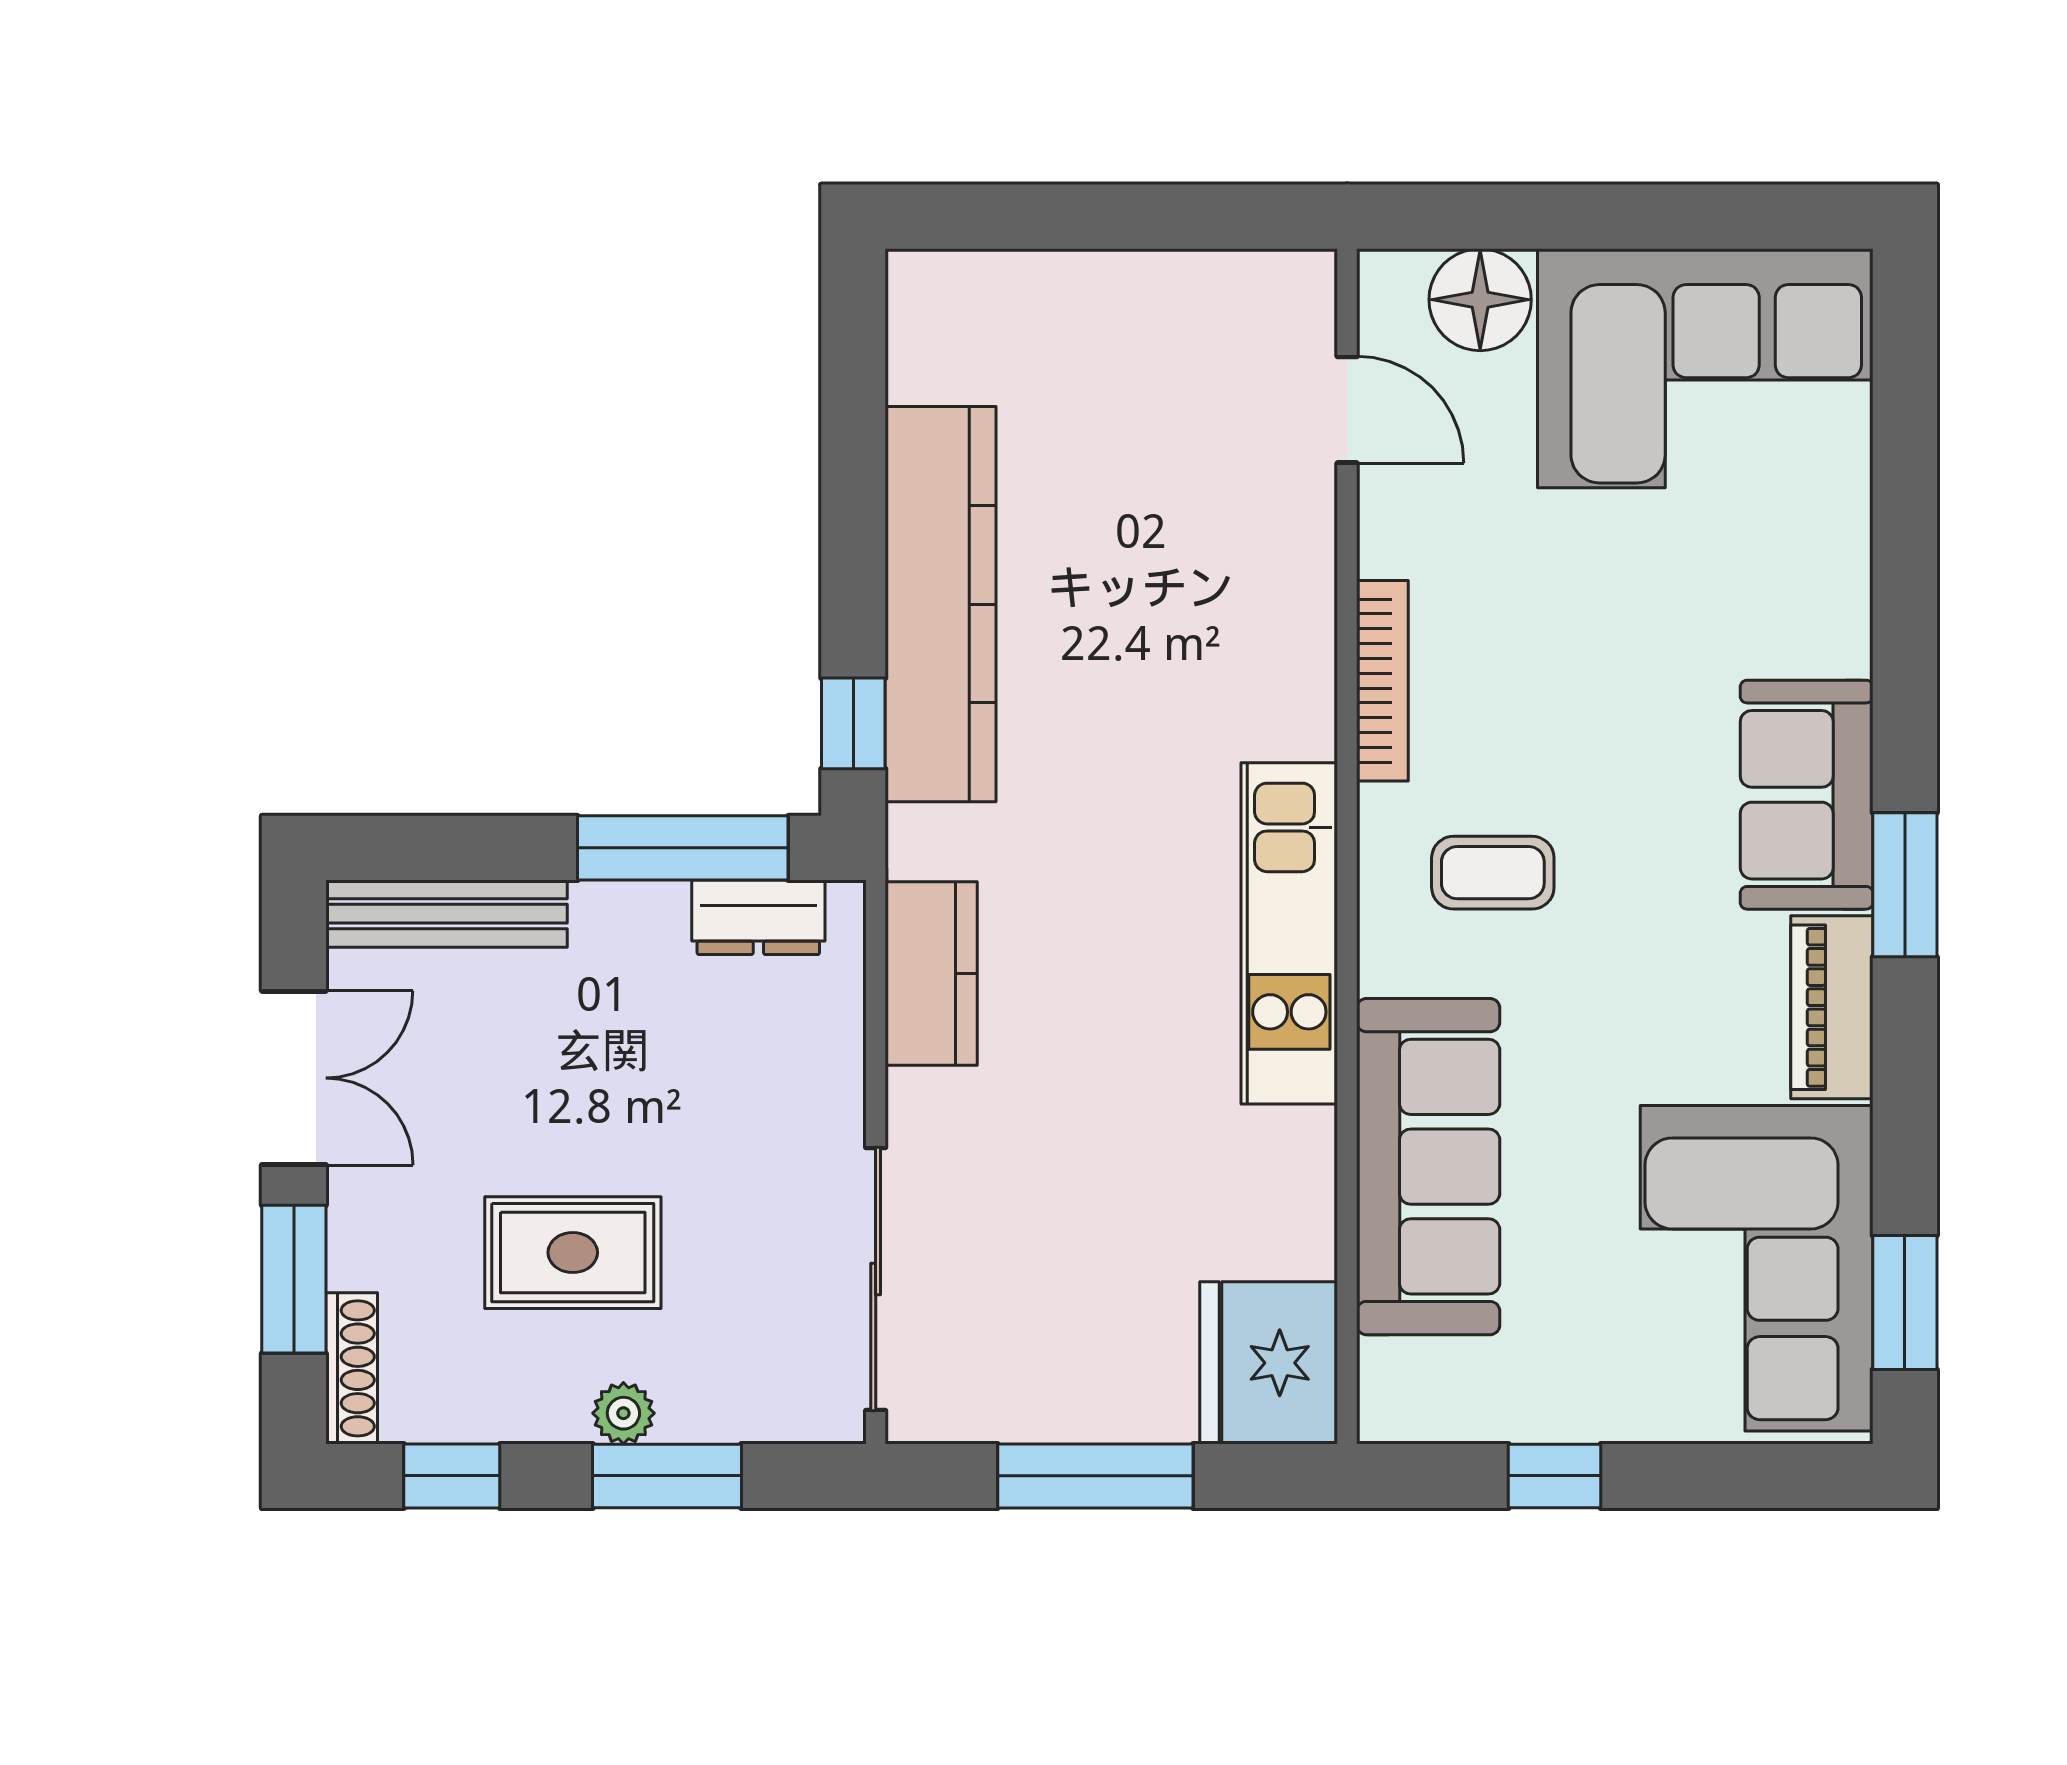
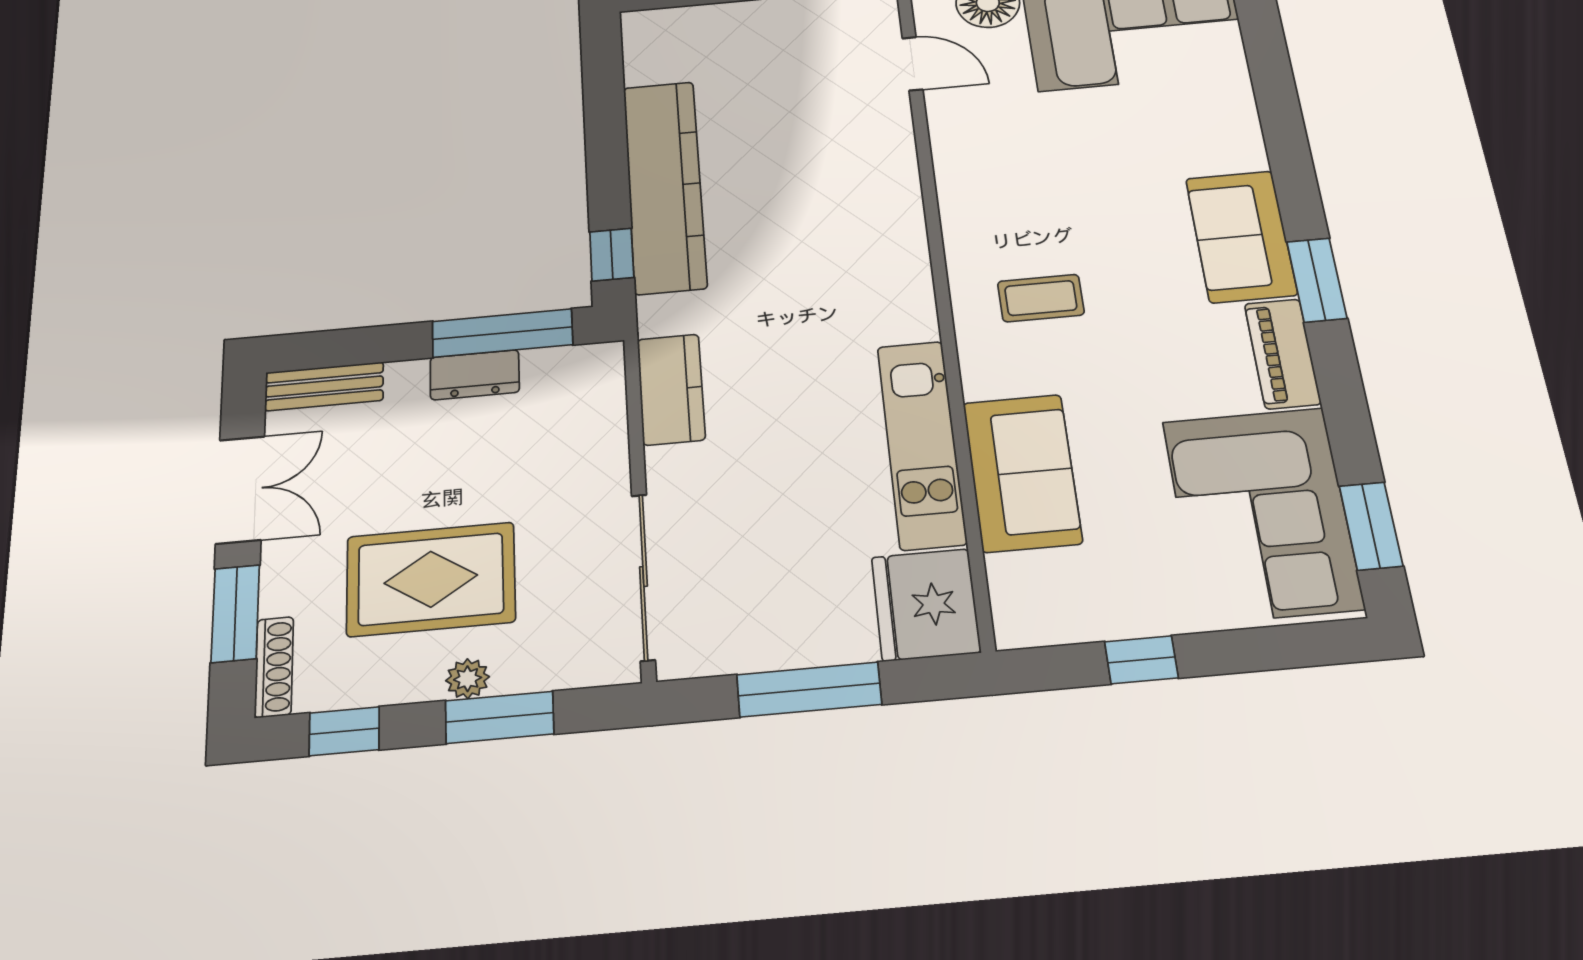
bookcase: (1382, 681) -> (953, 200), removed
bench: (447, 914) -> (324, 386), width x0.73
dresser: (758, 917) -> (475, 375), moved
kitchen unit: (1289, 933) -> (921, 444), moved
sofa: (1428, 1167) -> (1022, 473), width x0.73
rug: (573, 1253) -> (431, 579), width x1.36, depth x1.43

